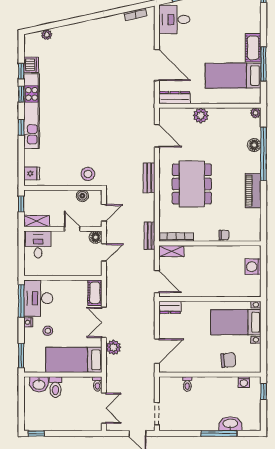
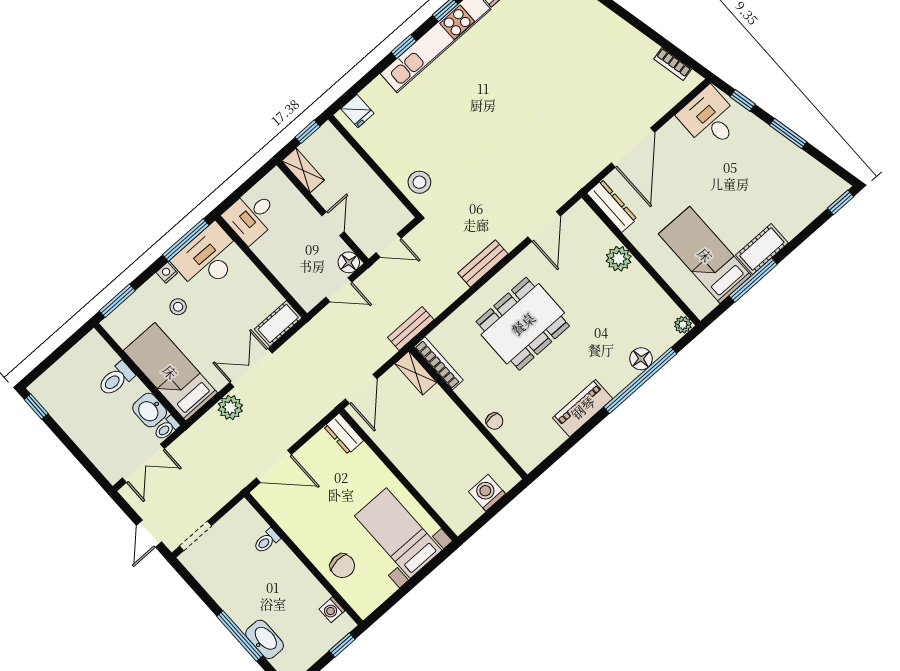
boiler: (82, 196) -> (386, 200), removed
desk: (38, 245) -> (251, 216), moved, turned 180
washbasin: (39, 384) -> (150, 410), moved

